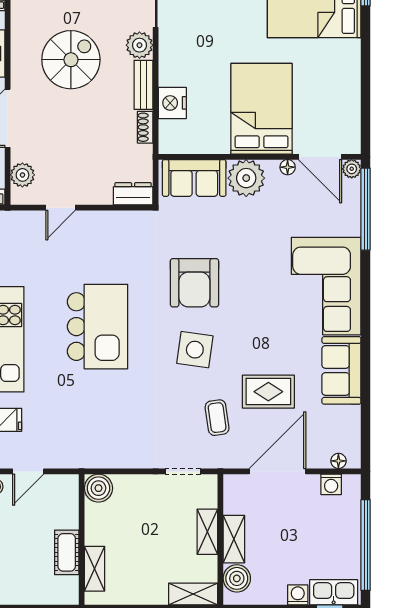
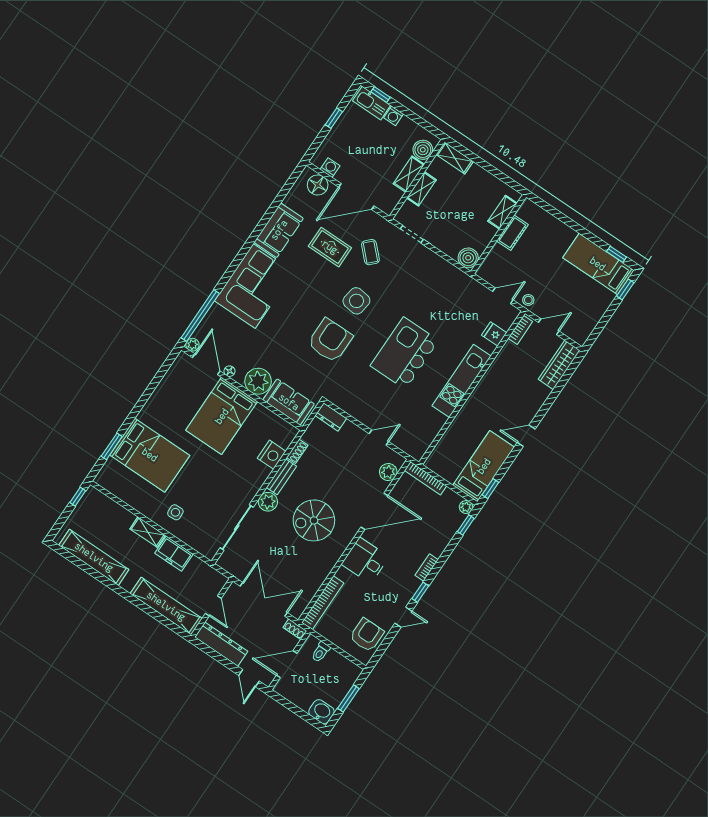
coffee table: (217, 418) -> (370, 252), turned -37
floor lamp: (338, 461) -> (318, 185), width x1.89, depth x1.89
window: (366, 545) -> (334, 118), width x0.32

